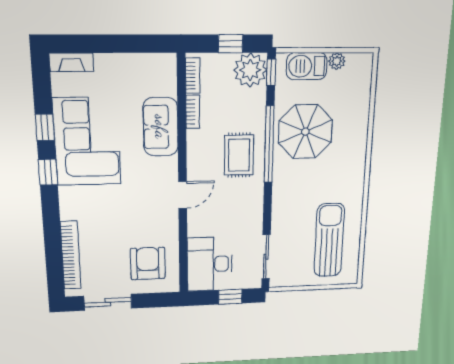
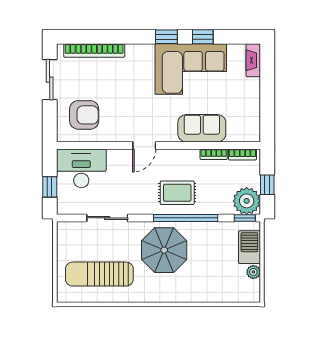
parasol: (305, 132) -> (164, 250), moved
door: (183, 195) -> (144, 145), hinge flipped
sun lounger: (329, 240) -> (99, 274), turned 180
sliding door: (266, 257) -> (107, 218), moved

